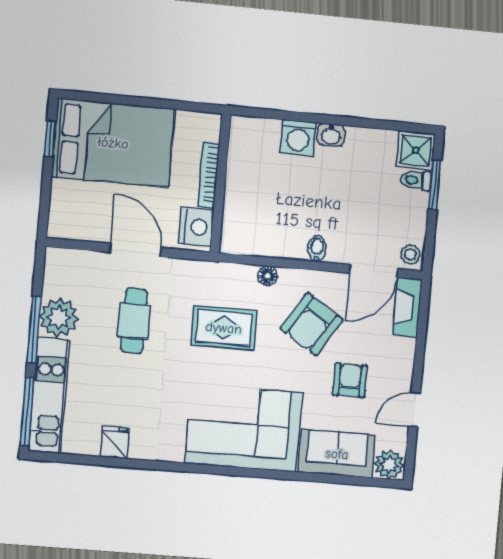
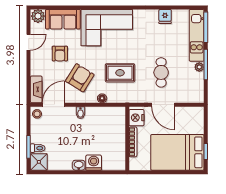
plant: (59, 317) -> (199, 67), width x0.53, depth x0.53

